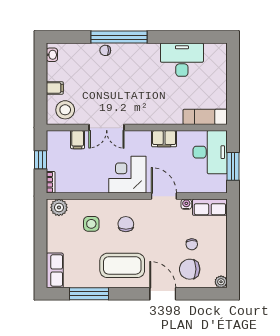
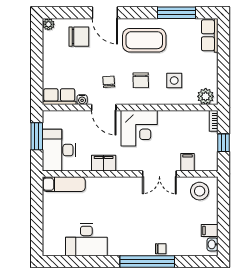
filing cabinet: (55, 88) -> (210, 231), moved
double door: (107, 128) -> (159, 174), swing flipped
chair: (192, 244) -> (109, 82), moved

